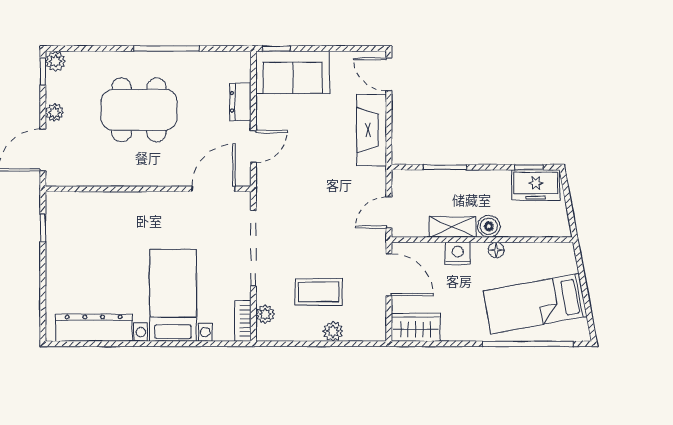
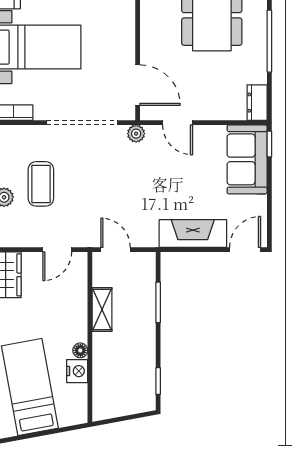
dresser: (240, 102) -> (257, 103), moved, turned -90
freezer: (536, 185) -> (141, 387), removed
boiler: (489, 226) -> (103, 343), removed
nightstand: (458, 253) -> (77, 371), moved
door: (389, 275) -> (57, 250), width x0.73
plant: (265, 314) -> (136, 134), moved

